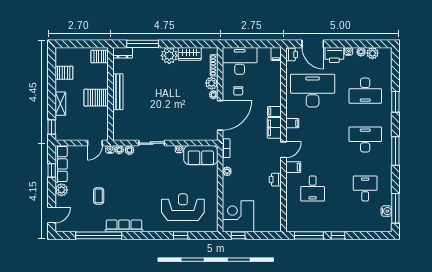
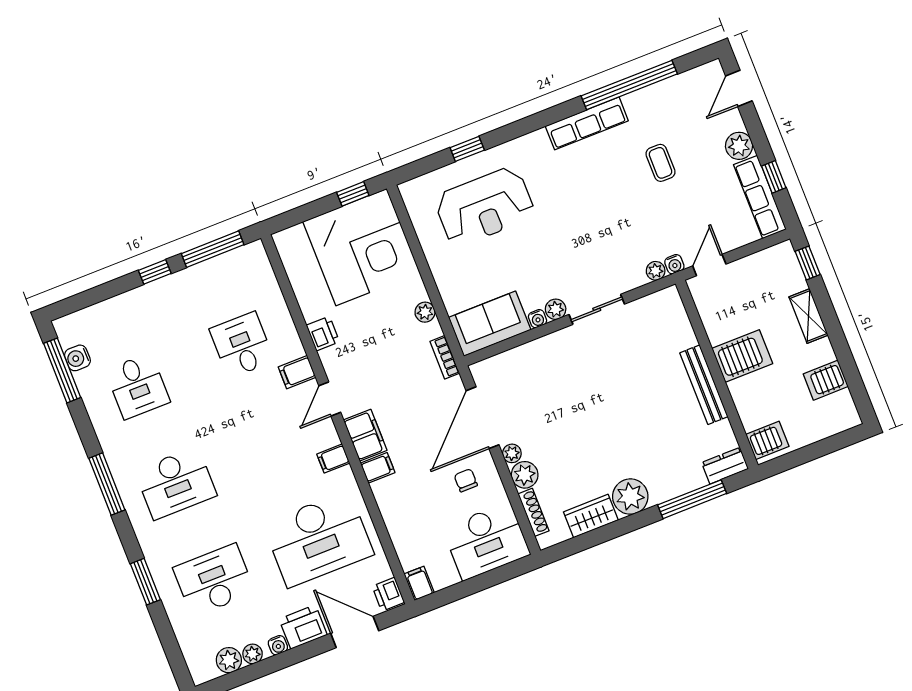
plant: (129, 150) -> (556, 309), moved
corner desk: (238, 216) -> (361, 247), width x1.36, depth x1.36

